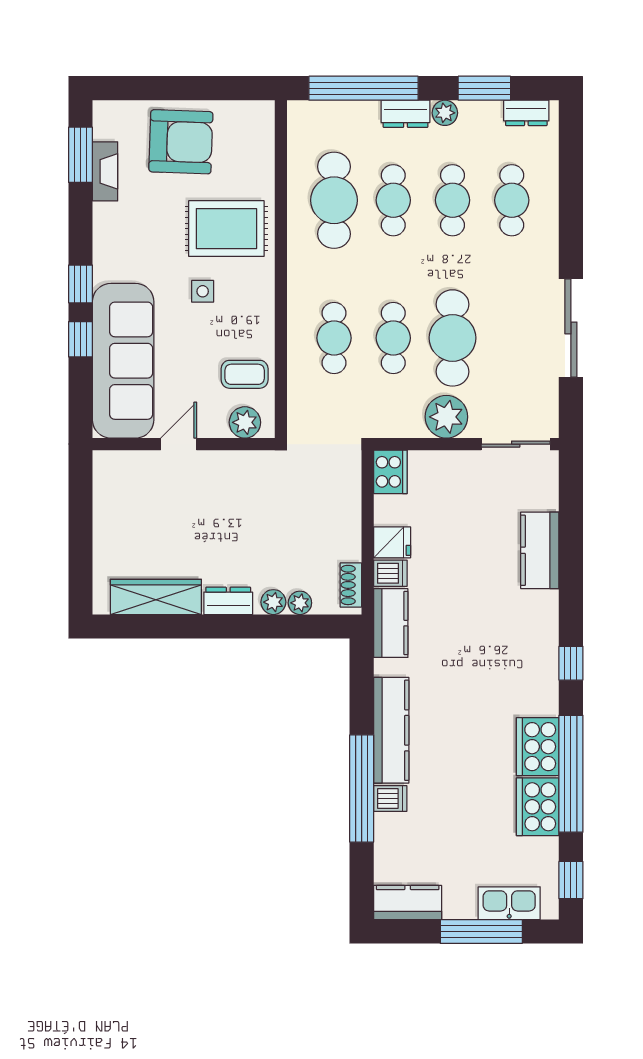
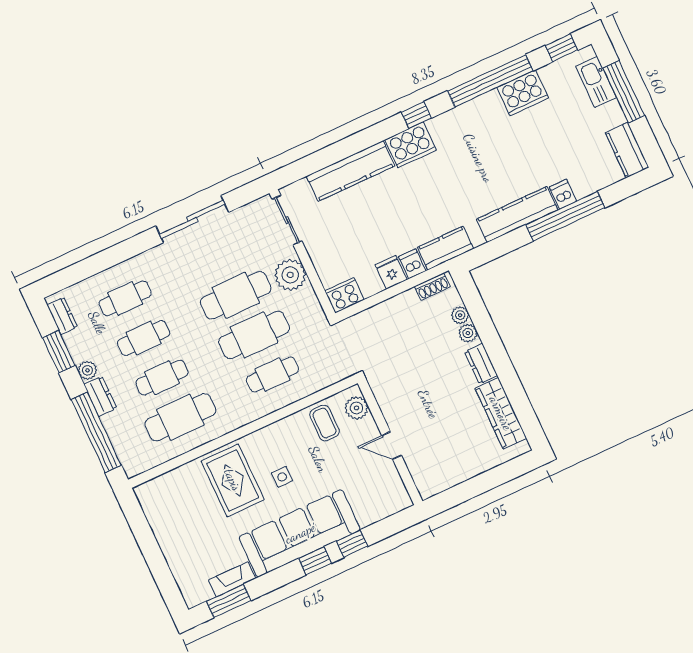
armchair: (181, 142) -> (189, 538), removed
cafe table: (393, 338) -> (254, 335), width x1.37, depth x1.35
sofa: (123, 361) -> (300, 533), moved
kitchen counter: (540, 550) -> (351, 171), width x1.50
cooker: (538, 747) -> (411, 145), moved

